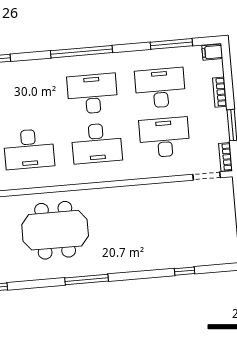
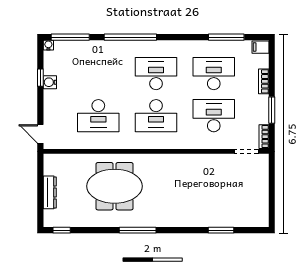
window: (81, 52) -> (130, 37), moved
window: (185, 271) -> (221, 230), width x1.50

